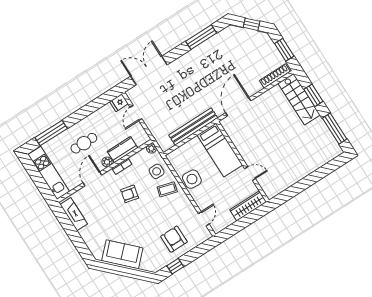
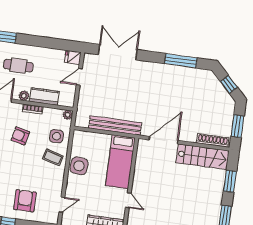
stairs: (299, 99) -> (203, 157), moved, turned -90

